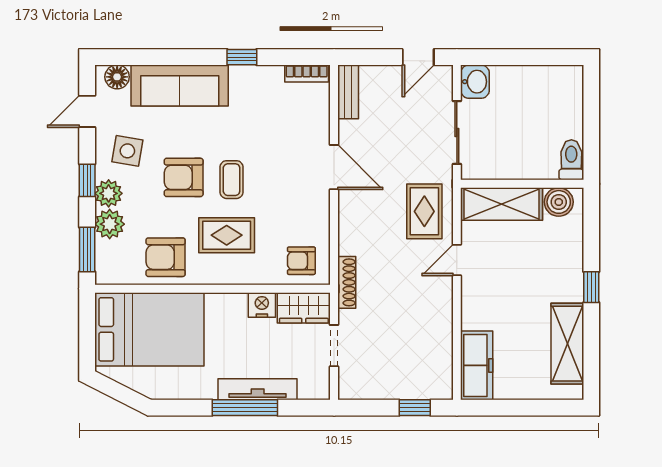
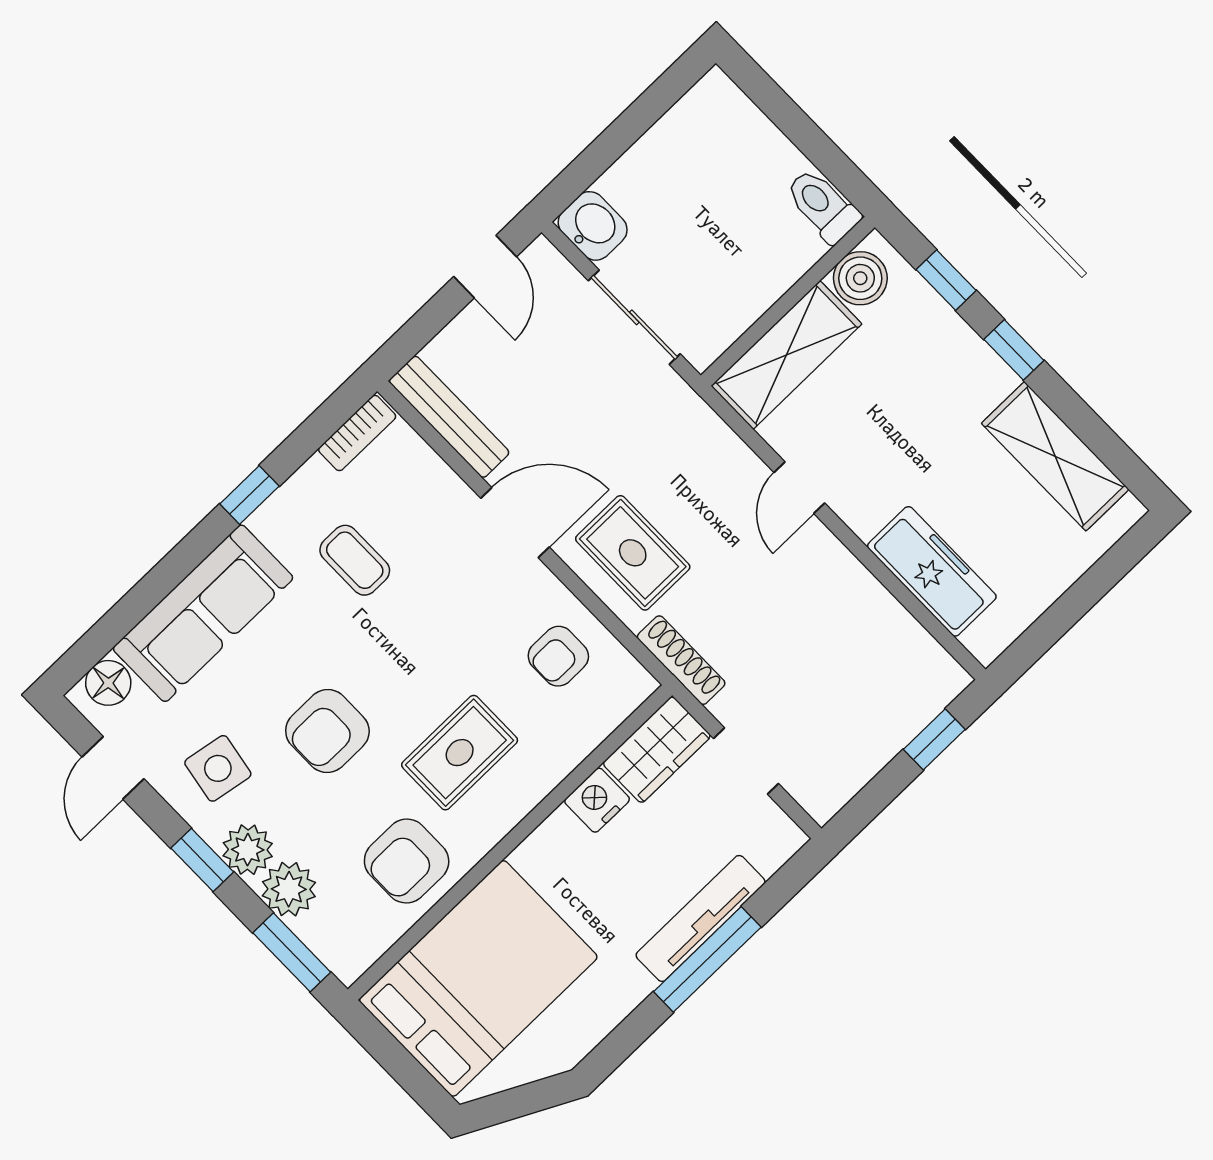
bench: (348, 92) -> (449, 417), width x1.36
coffee table: (232, 180) -> (355, 560), moved
rug: (424, 211) -> (633, 553), moved
window: (591, 235) -> (946, 280), added
armchair: (301, 261) -> (558, 656), moved
freezer: (477, 365) -> (932, 571), moved

